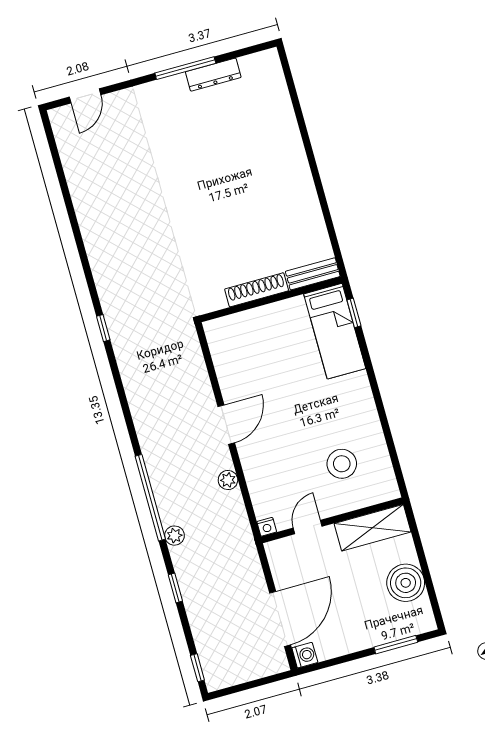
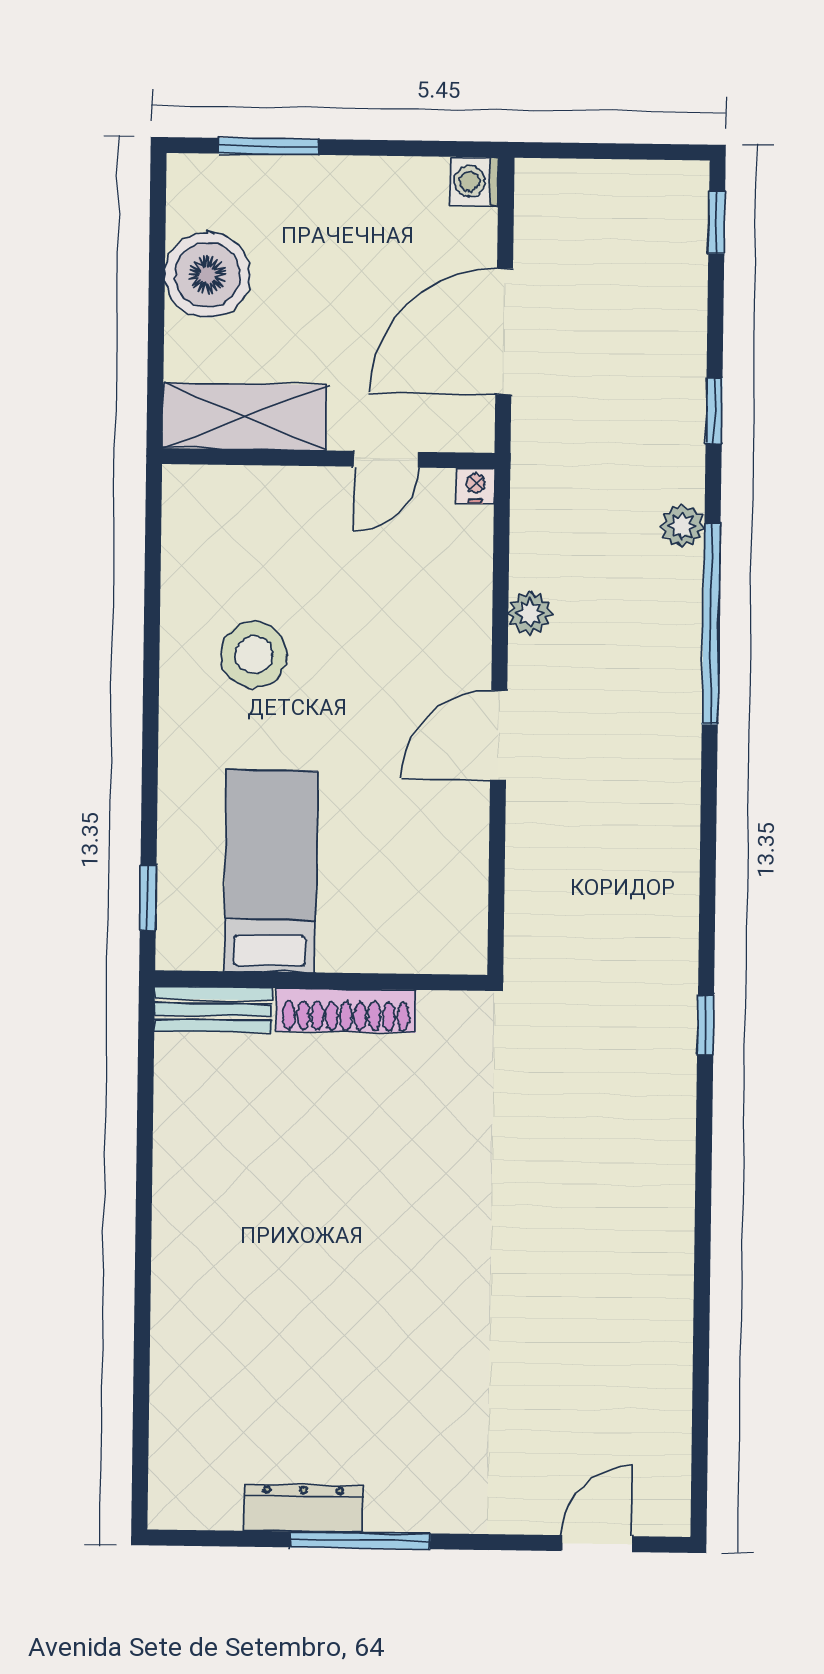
bed: (335, 331) -> (271, 871), moved
stool: (342, 464) -> (254, 655), moved
door: (280, 619) -> (504, 332), moved

